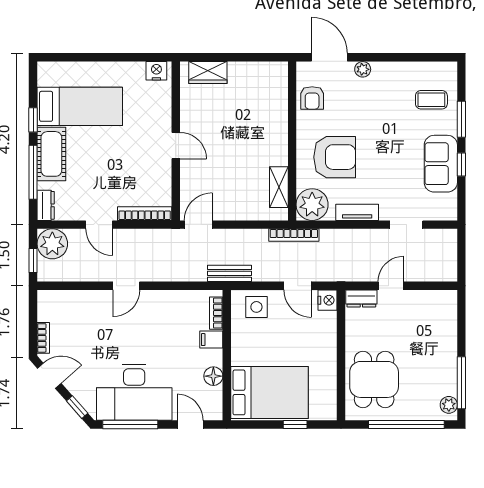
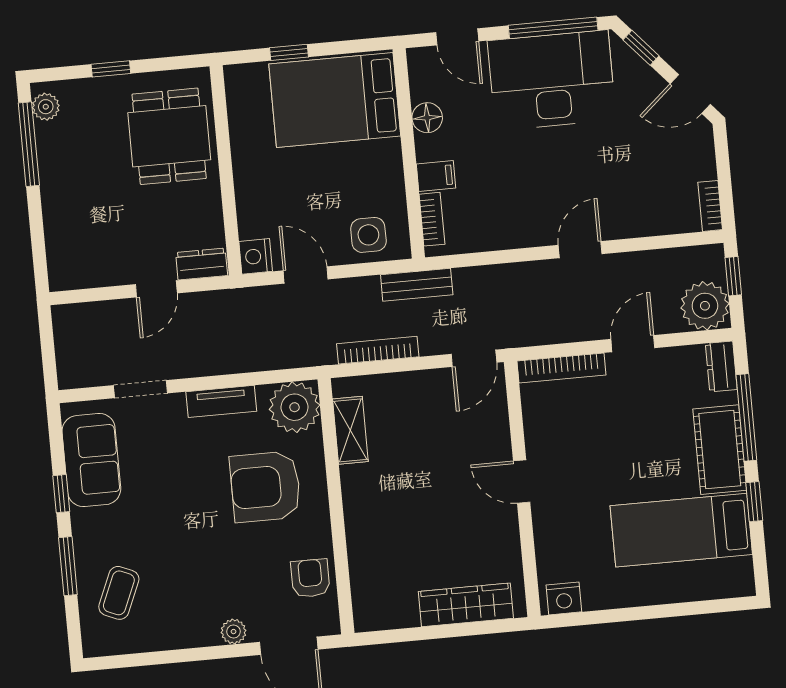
wardrobe: (208, 72) -> (466, 605), width x1.50
coffee table: (431, 100) -> (119, 593), turned -67
sofa: (441, 164) -> (91, 460), moved
door: (99, 225) -> (633, 344), hinge flipped
bookcase: (294, 235) -> (378, 350), moved
bookcase: (43, 338) -> (710, 206), moved
window: (406, 424) -> (111, 69), width x0.32

